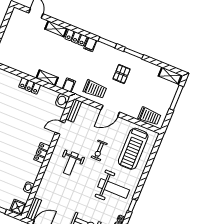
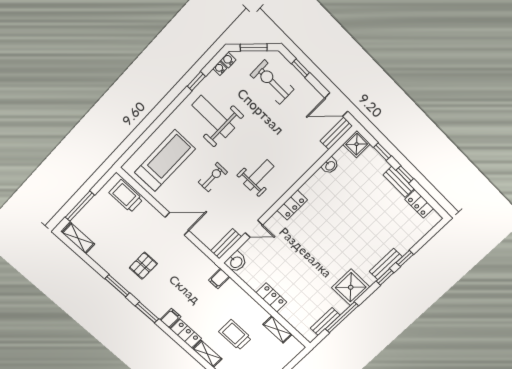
shelving: (47, 78) -> (278, 329), moved
trolley: (95, 89) -> (235, 335), moved

